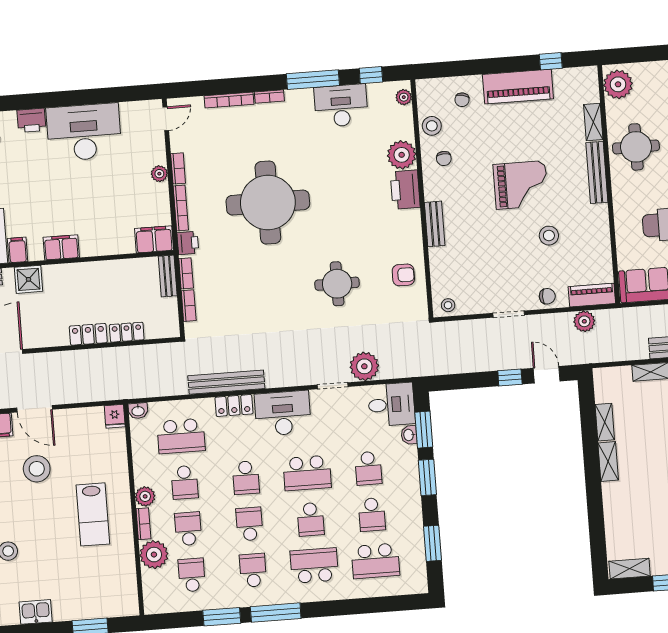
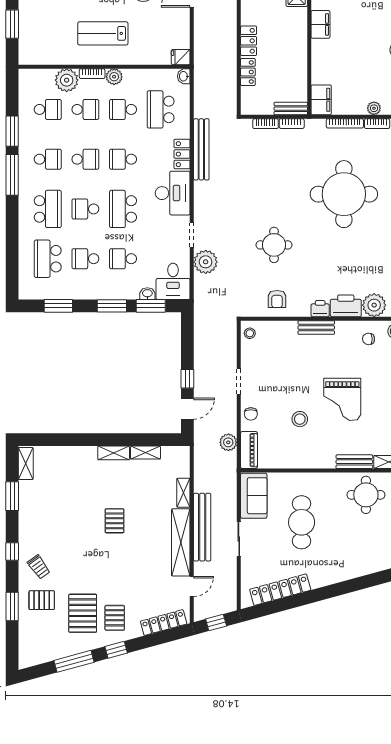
bench: (597, 172) -> (354, 462), width x0.73
printer: (188, 243) -> (320, 309), moved, turned 180

